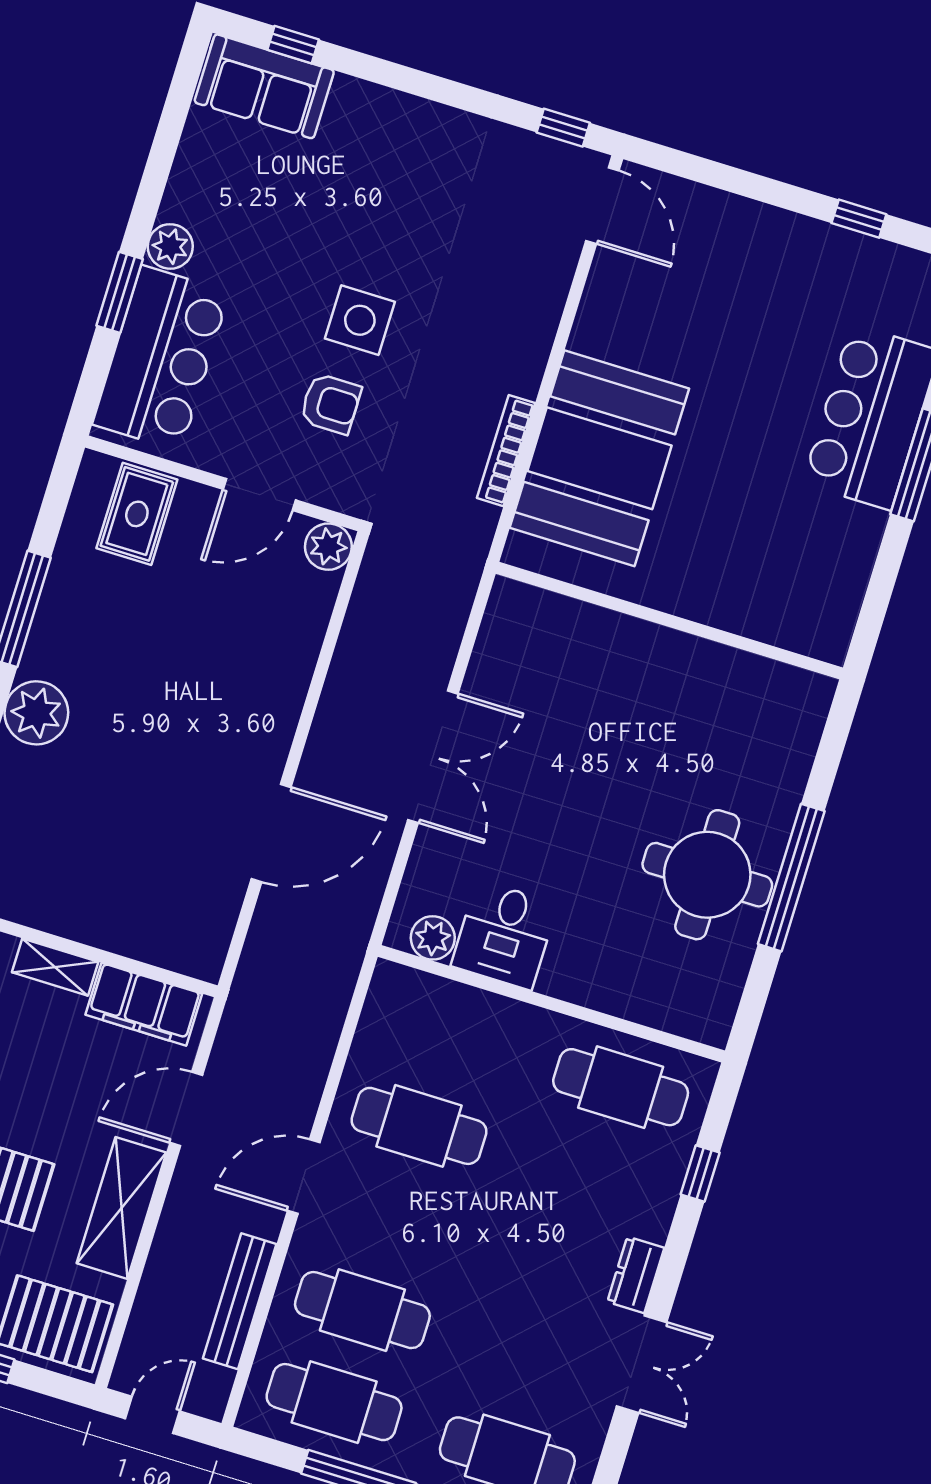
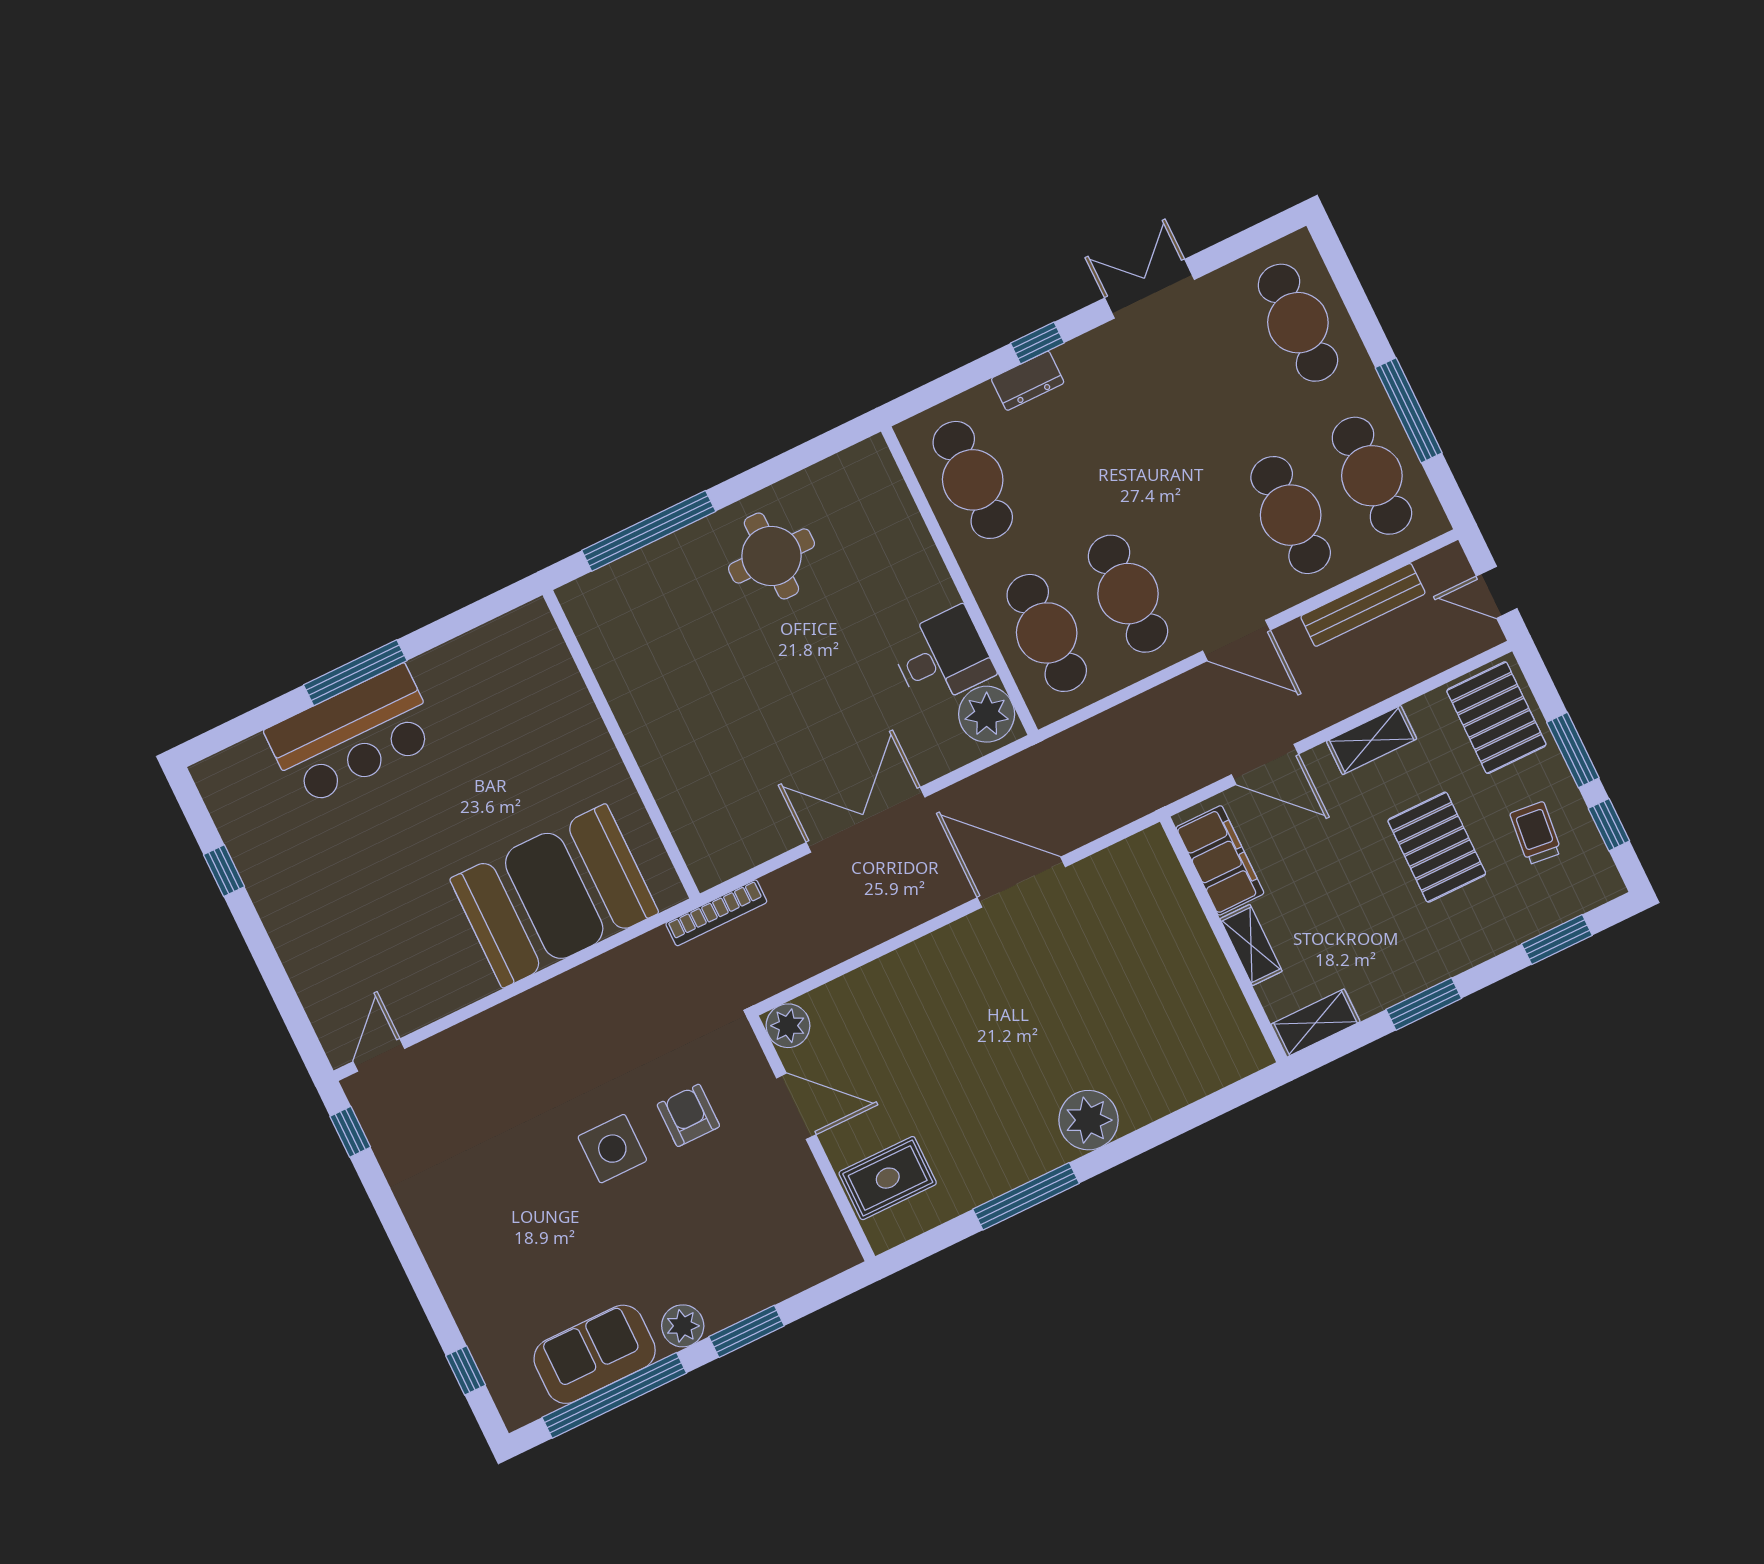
sofa: (264, 86) -> (595, 1354), moved, turned -90
window: (166, 143) -> (614, 1395), added
door: (602, 206) -> (379, 1055), width x0.73
bar counter: (161, 358) -> (765, 1261), removed
bookcase: (506, 451) -> (716, 913), moved
round table: (707, 875) -> (771, 556), width x0.73, depth x0.73
window: (791, 878) -> (649, 531), moved
plant: (433, 938) -> (987, 714), width x1.36, depth x1.36
cafe table: (447, 1034) -> (1047, 633), added
window: (700, 1174) -> (1037, 343), moved
shelving: (122, 1208) -> (1372, 740), width x0.67, depth x0.75
dresser: (636, 1275) -> (1028, 381), moved

